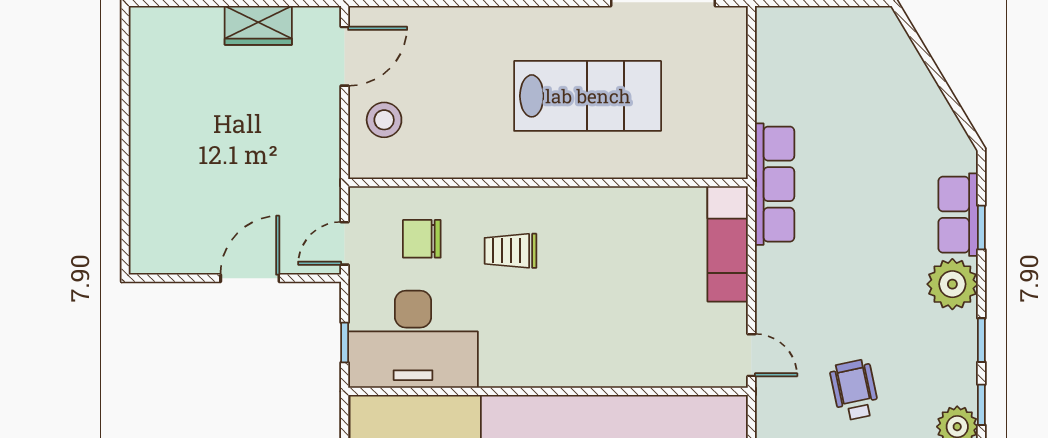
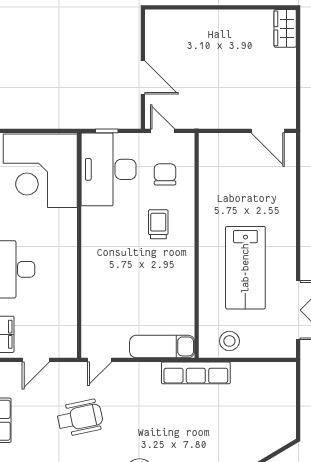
wardrobe: (258, 25) -> (285, 28), moved
stool: (384, 120) -> (229, 341), moved
wheelchair: (854, 390) -> (80, 418), width x1.36, depth x1.37

